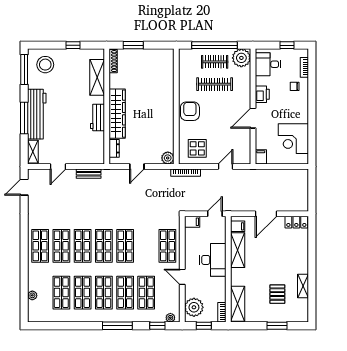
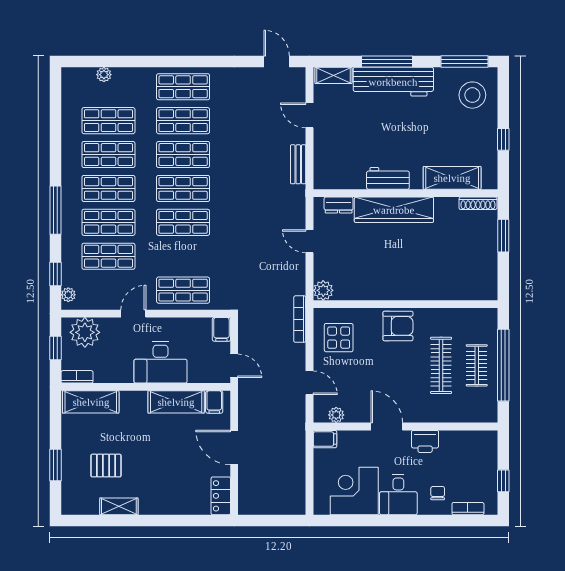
plant: (241, 58) -> (336, 415), moved, width x0.53, depth x0.53
desk: (268, 64) -> (398, 495), moved, turned 180

